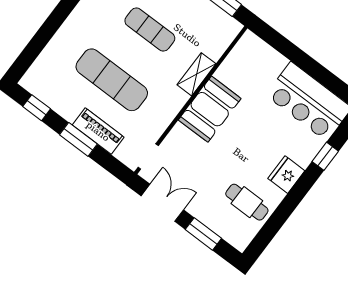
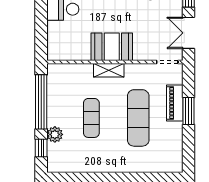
shelving: (196, 74) -> (109, 70), moved
window: (37, 108) -> (188, 150), removed

